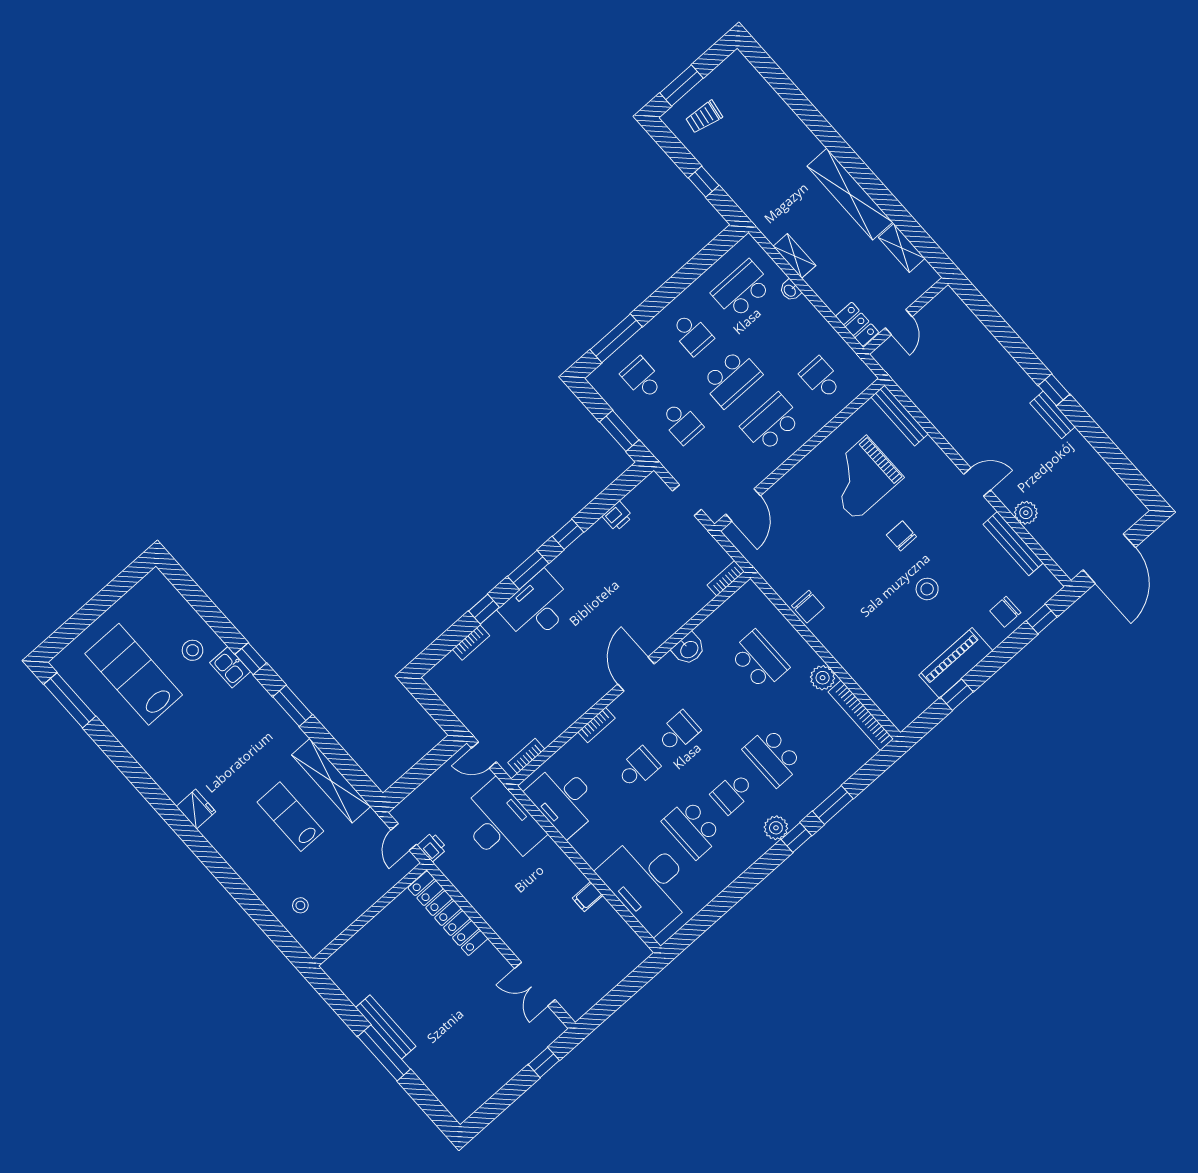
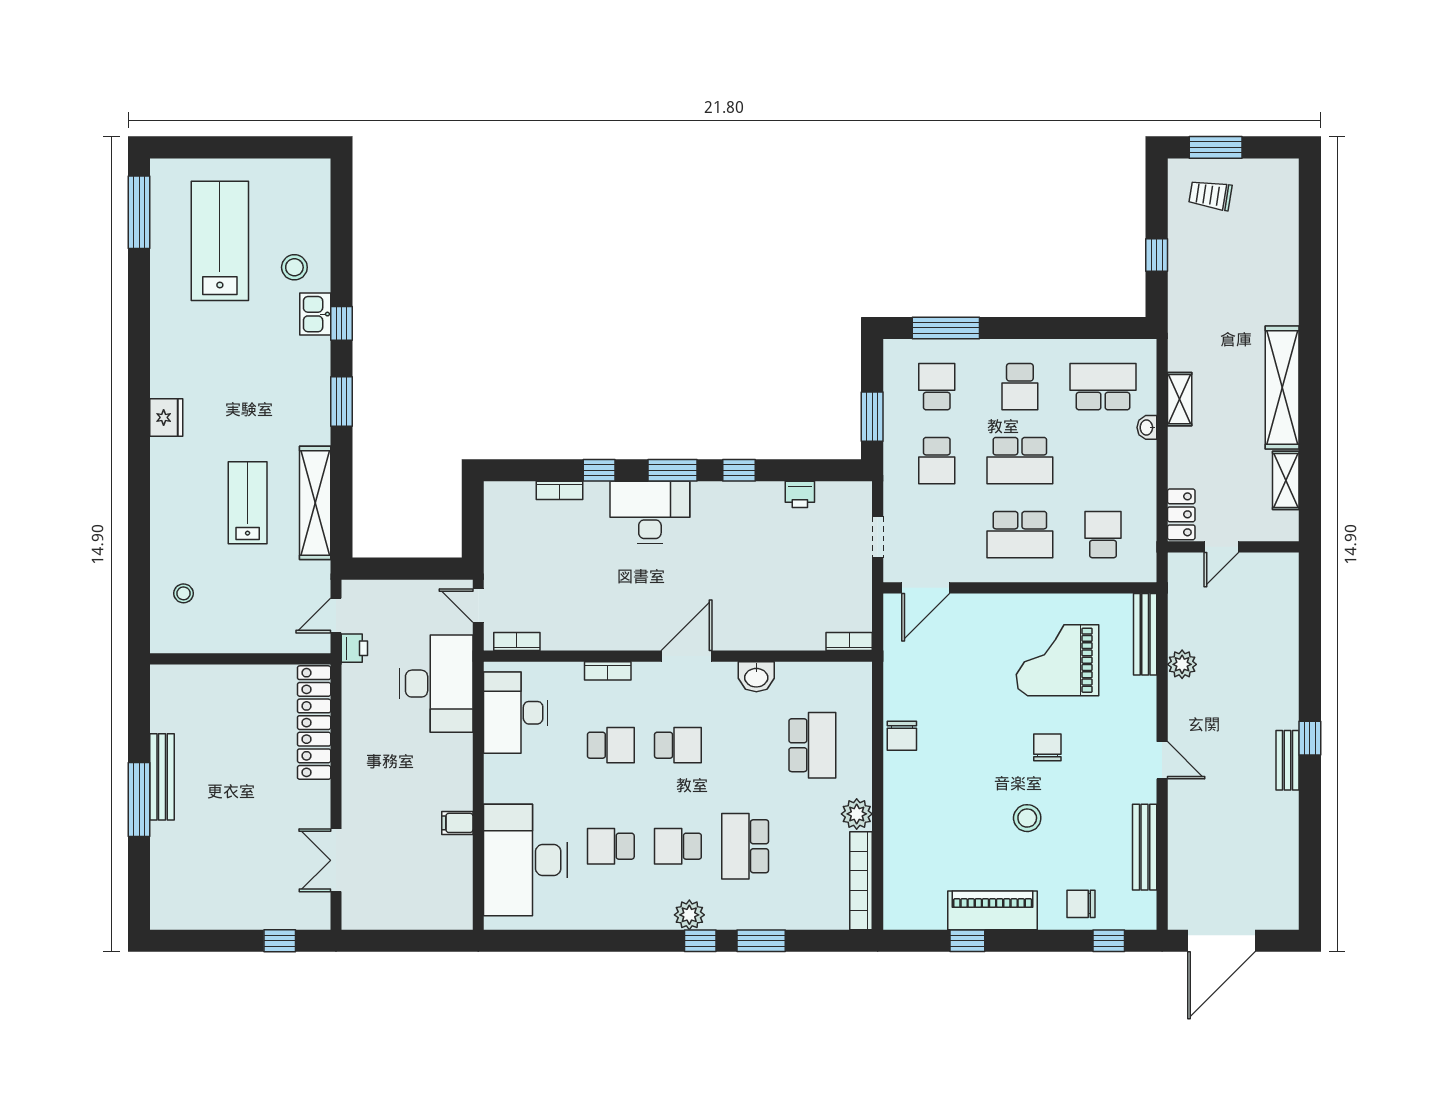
school desk: (771, 423) -> (1020, 535), turned 180
plant: (1026, 513) -> (1182, 664), moved
school desk: (692, 829) -> (611, 846), width x0.54

